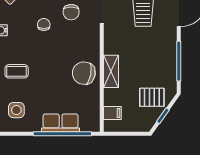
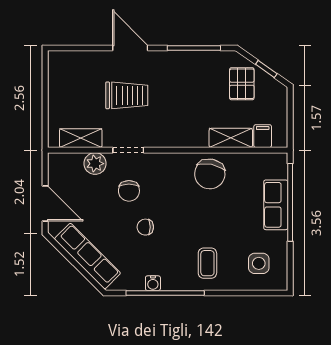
chair: (71, 12) -> (129, 191), turned 90
shelving: (111, 71) -> (231, 138), moved

